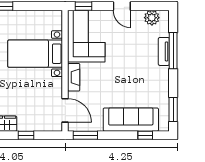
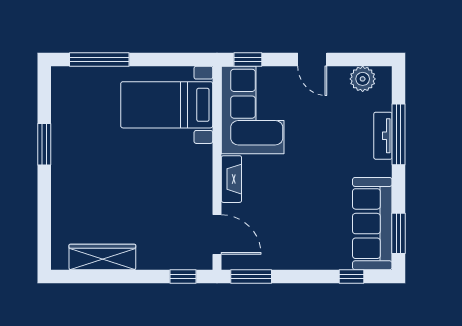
bed with nightstands: (35, 54) -> (167, 105), moved
sofa: (131, 120) -> (372, 224), moved, turned -90
window: (26, 135) -> (183, 277), moved

